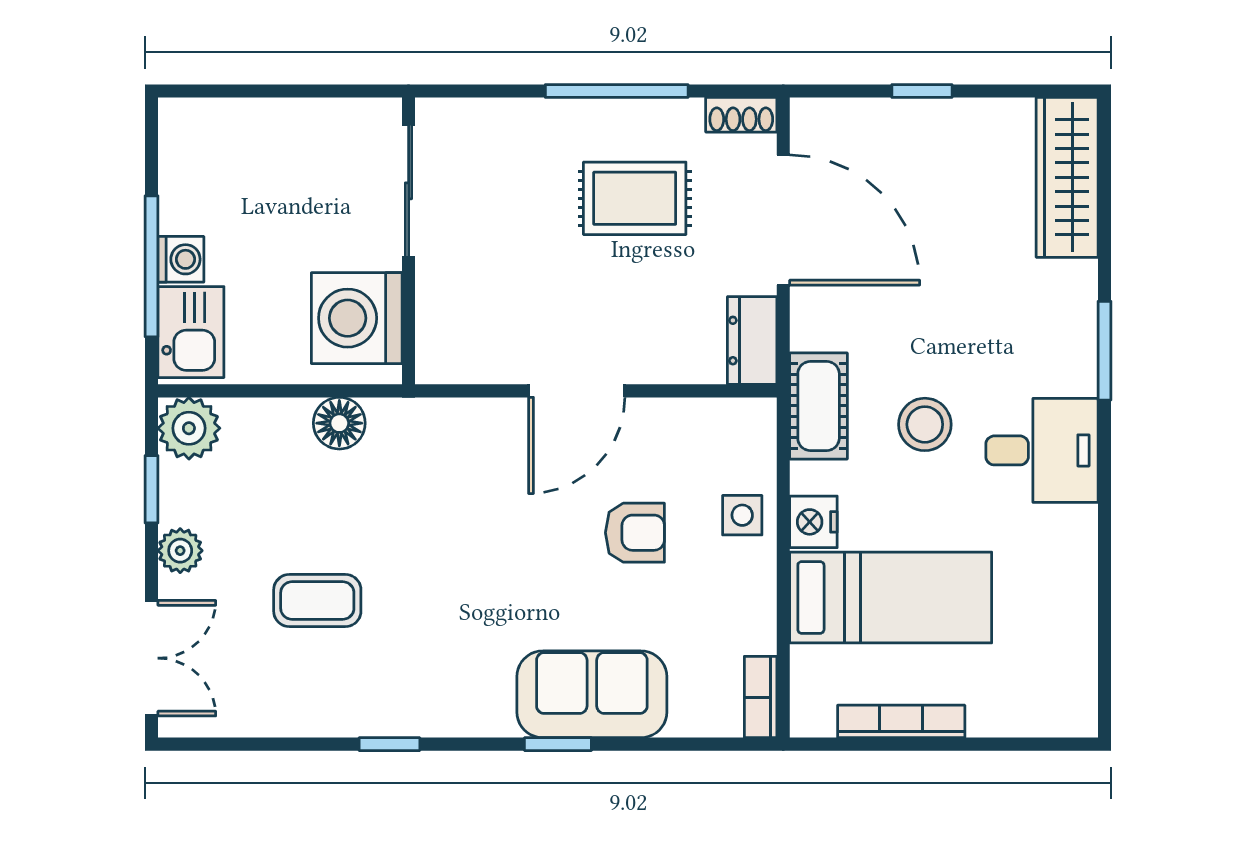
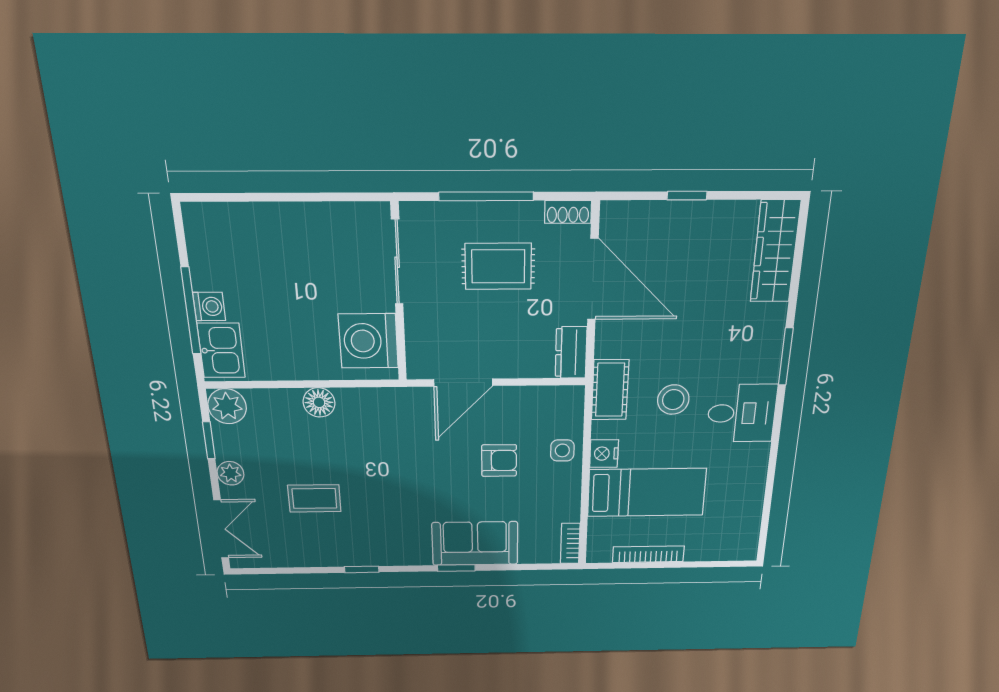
sliding door: (409, 191) -> (397, 262), moved
wall: (409, 241) -> (399, 294), moved
washing machine: (357, 318) -> (368, 341), moved

